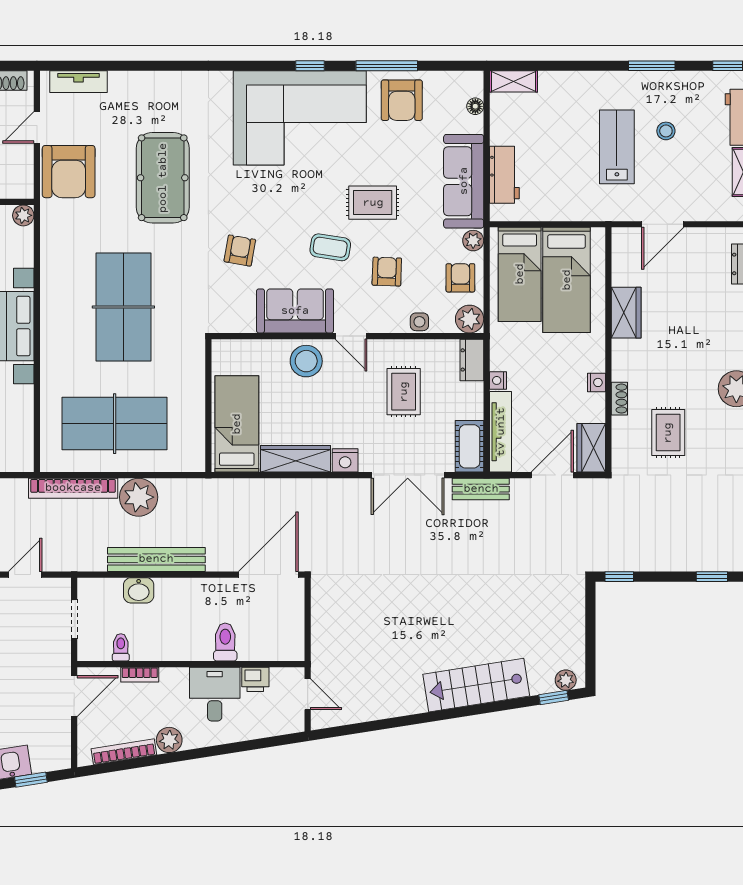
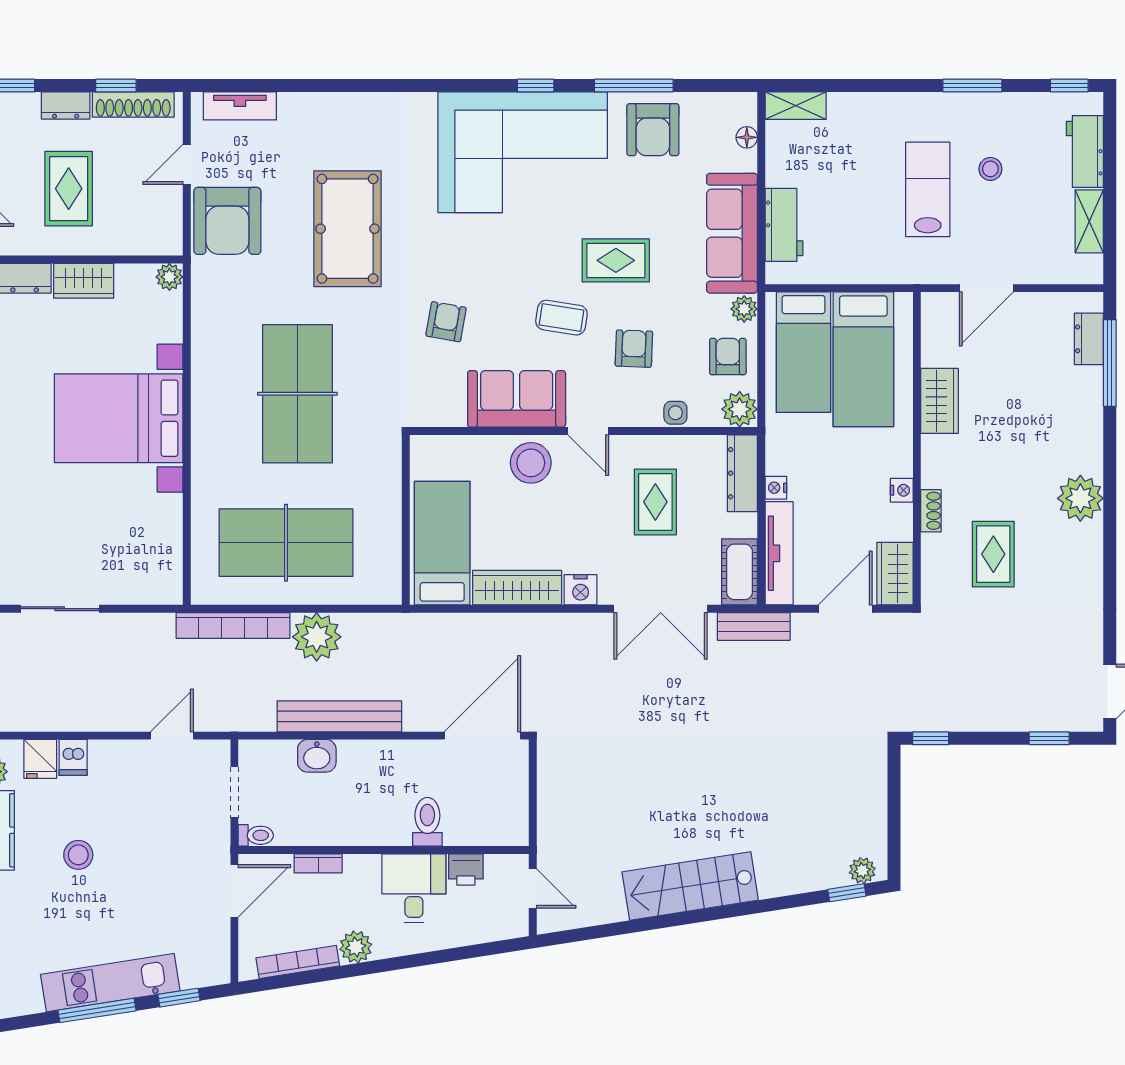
dresser: (472, 360) -> (742, 473), width x1.44
toilet: (121, 647) -> (256, 835), moved, turned 90
stairs: (476, 685) -> (690, 886), moved

